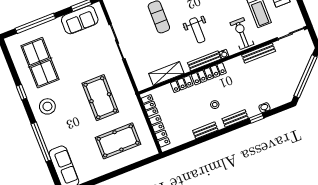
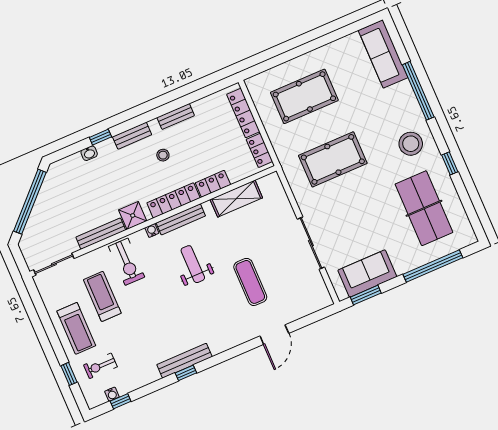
shower: (237, 65) -> (133, 215), added
pool table: (100, 98) -> (333, 159), turned 90

